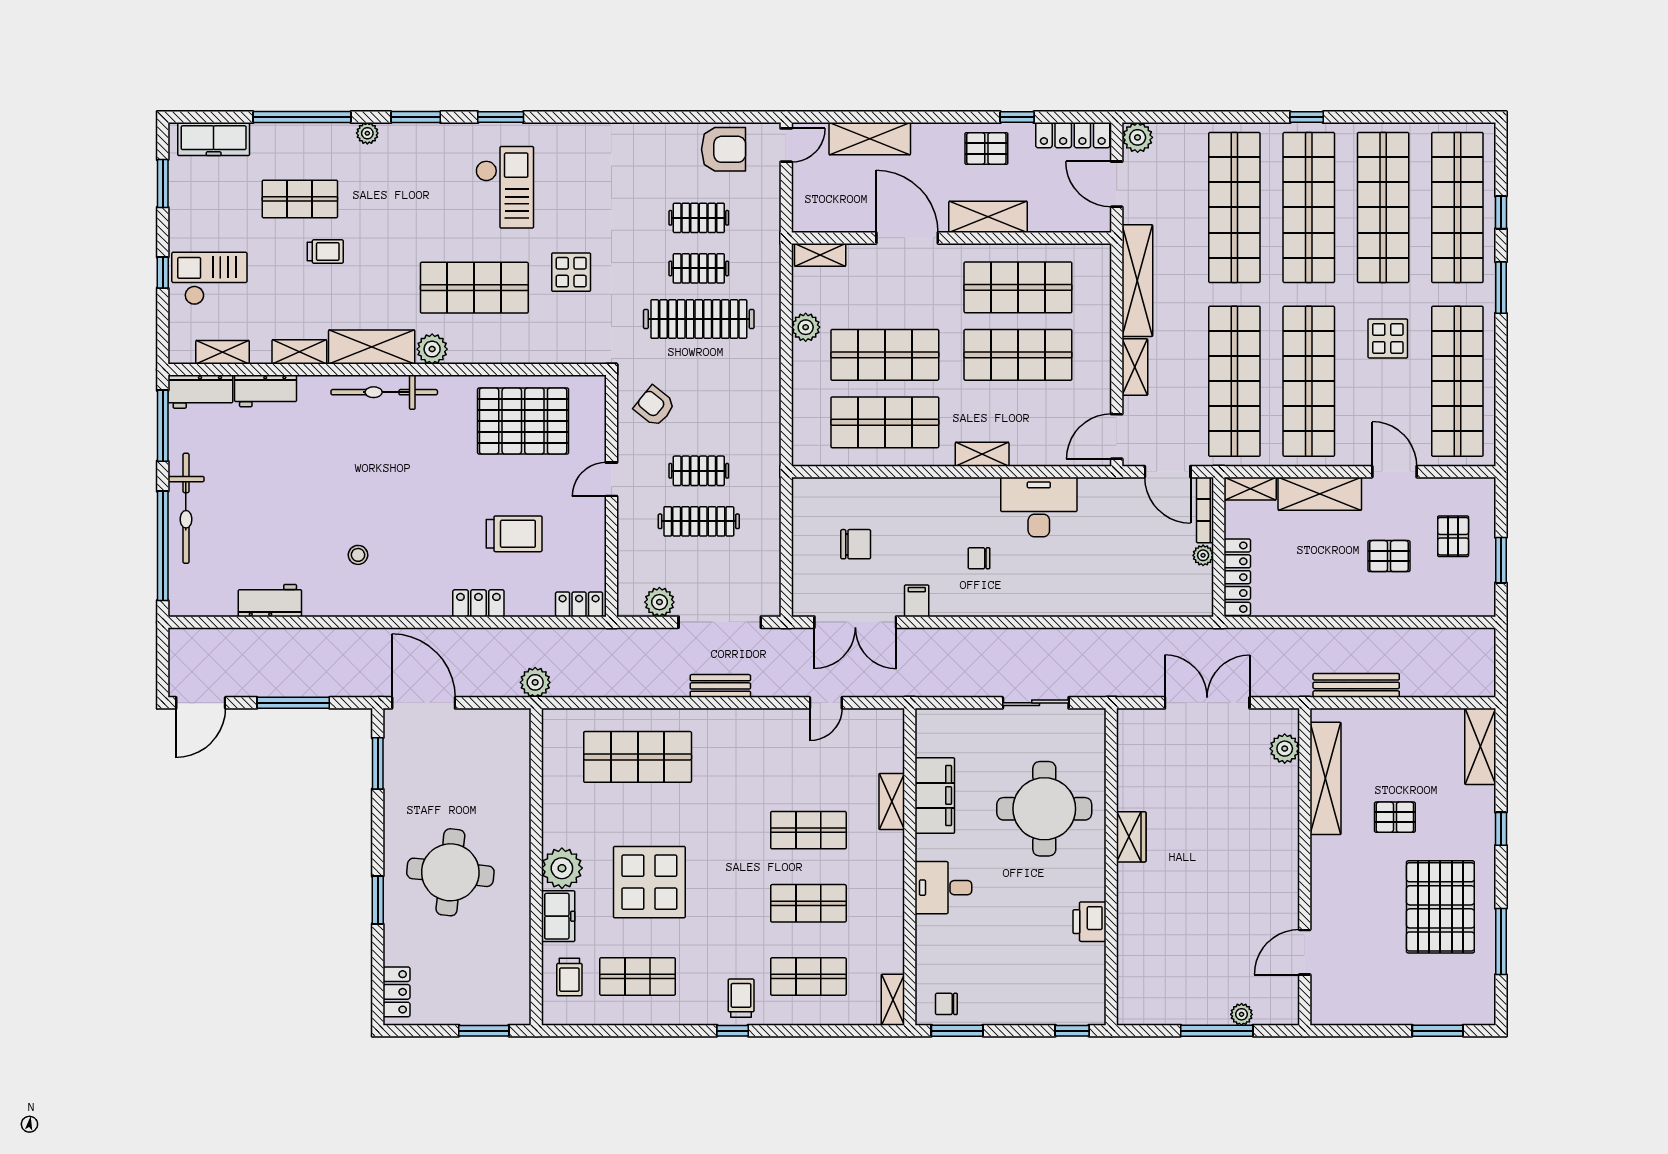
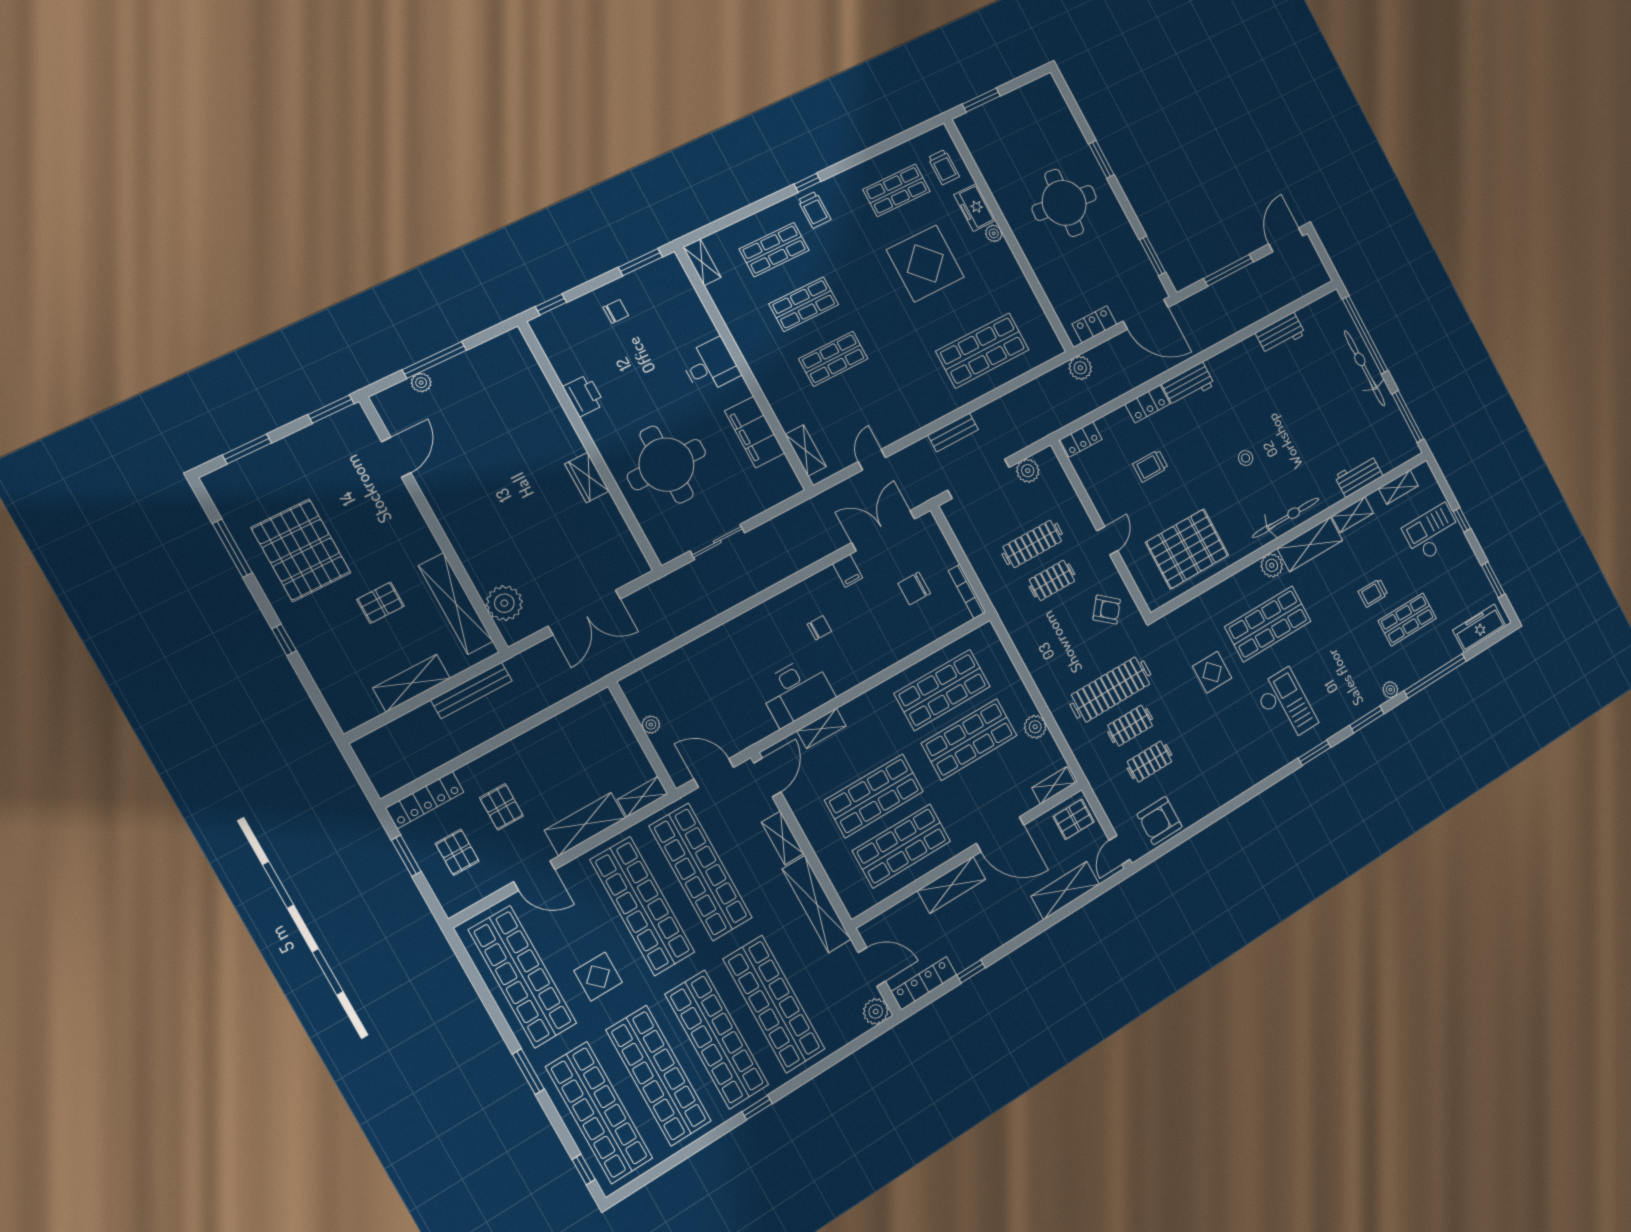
pallet: (986, 148) -> (1074, 819), moved
checkout: (505, 187) -> (1286, 706), turned 180
window: (1501, 212) -> (584, 1170), moved
checkout: (209, 278) -> (1432, 533), turned 180
workbench: (200, 392) -> (1188, 384), moved, turned 180
shelving: (982, 454) -> (822, 729), moved
bookcase: (1205, 510) -> (967, 591), moved, turned 180
trolley: (514, 534) -> (1150, 466), width x0.73, depth x0.72
stool: (358, 555) -> (1246, 458), moved
pallet: (1389, 556) -> (502, 807), turned 90
locker: (1237, 577) -> (425, 800), moved, turned -90
shelving: (1480, 746) -> (411, 683), moved, turned 90
plant: (1285, 749) -> (504, 603), width x1.36, depth x1.36
shelving: (892, 801) -> (806, 451), moved
plant: (562, 868) -> (994, 233), width x0.53, depth x0.53
trolley: (569, 977) -> (944, 167), turned 180
locker: (396, 992) -> (1094, 324), moved, turned 90
chair: (946, 1004) -> (616, 311), moved
window: (1340, 1031) -> (331, 409), added

